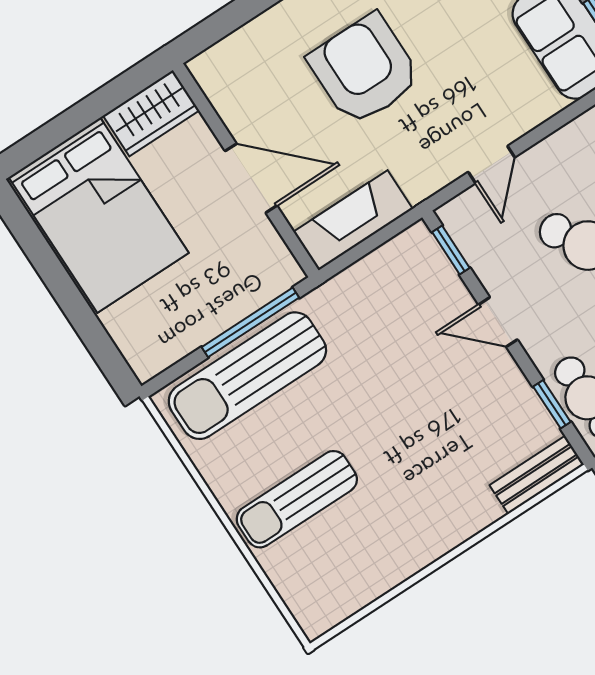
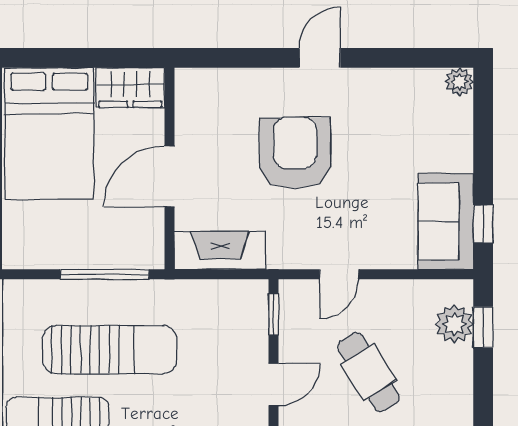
door: (251, 178) -> (169, 176), swing flipped
door: (498, 322) -> (273, 384), swing flipped
sun lounger: (247, 376) -> (110, 350), moved, turned 180

